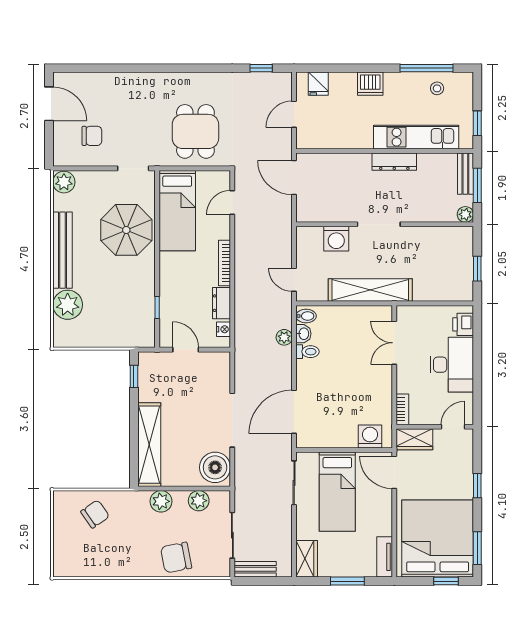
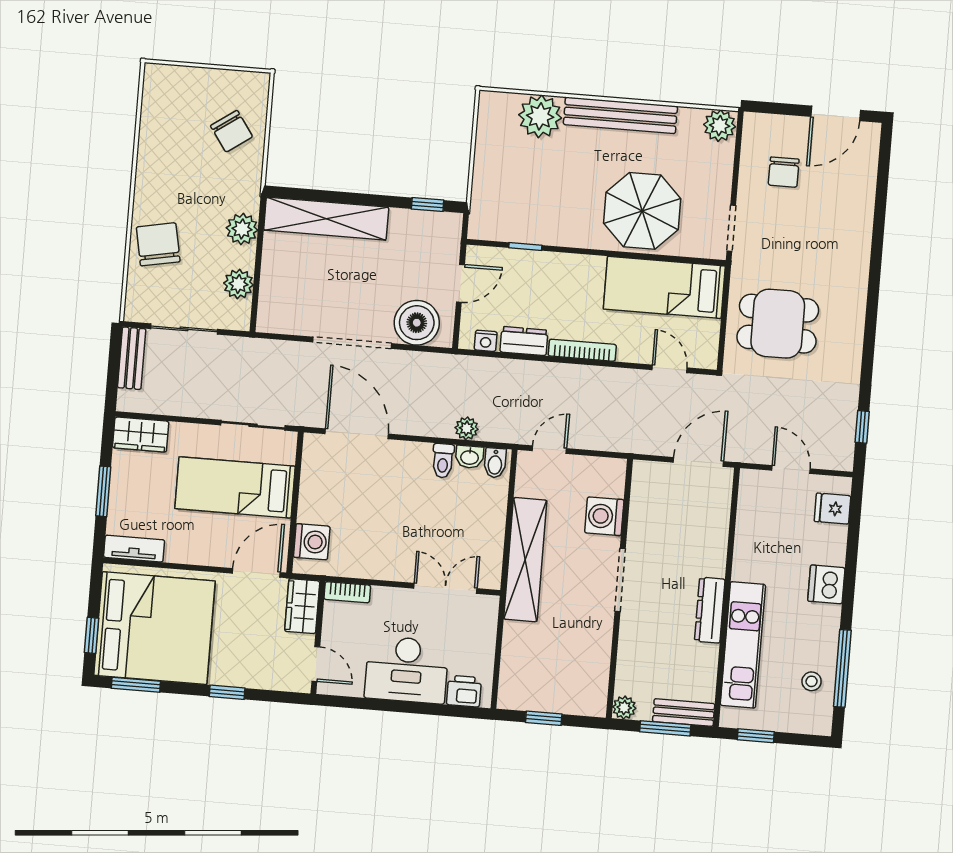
boiler: (215, 467) -> (417, 323), moved

